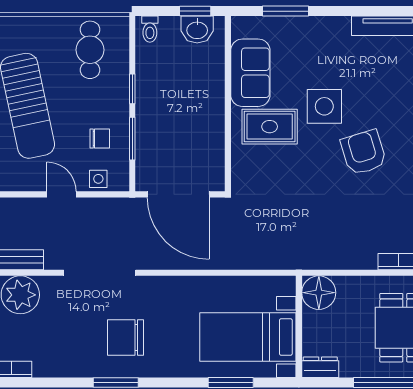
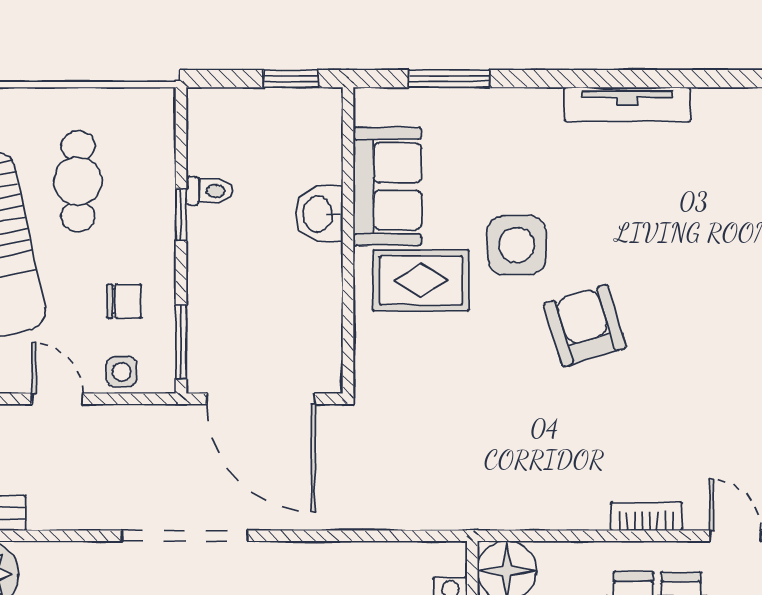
toilet: (150, 29) -> (209, 191), moved, turned -90
washbasin: (197, 30) -> (319, 214), moved, turned 90
cafe table: (90, 50) -> (78, 181), moved
window: (132, 139) -> (181, 342), moved
doorway: (100, 273) -> (185, 536), moved

